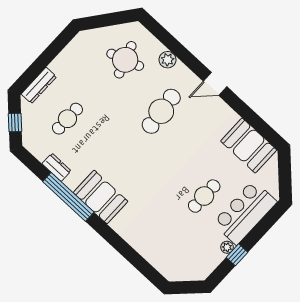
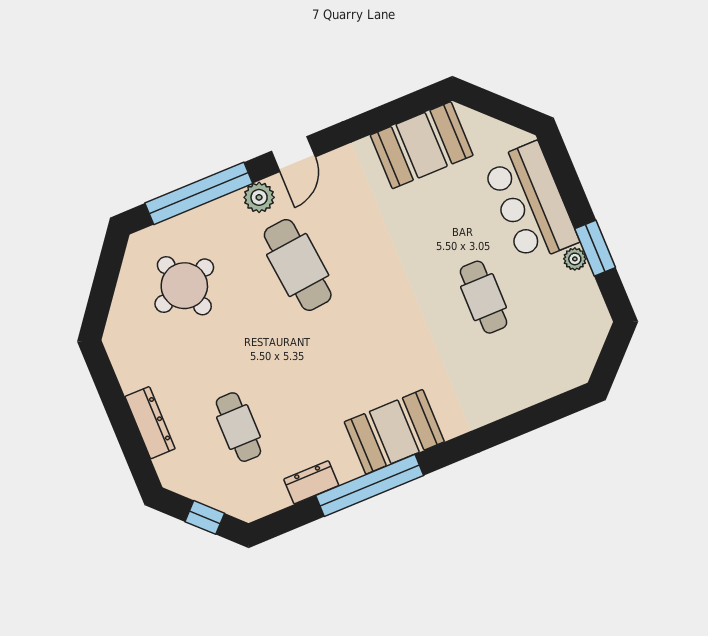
window: (174, 46) -> (199, 193), added
plant: (168, 60) -> (259, 197), moved
dresser: (39, 85) -> (150, 423), moved
cafe table: (204, 196) -> (484, 297), moved
window: (237, 255) -> (595, 248), width x1.50

